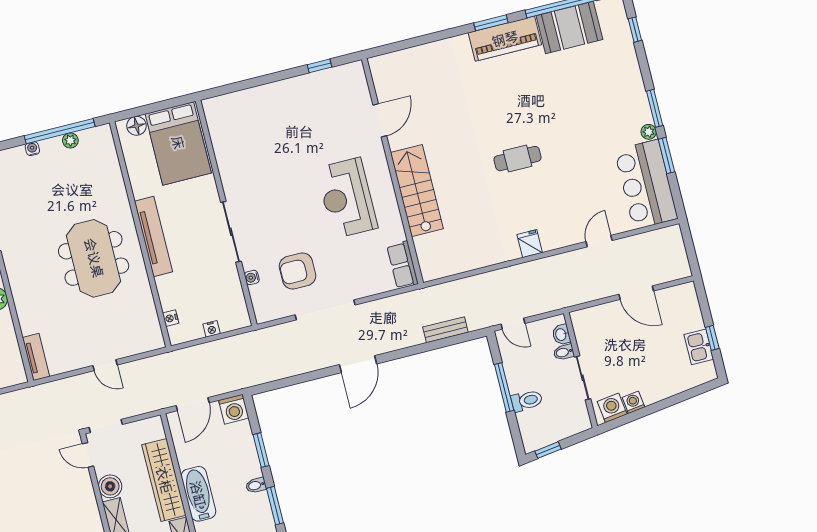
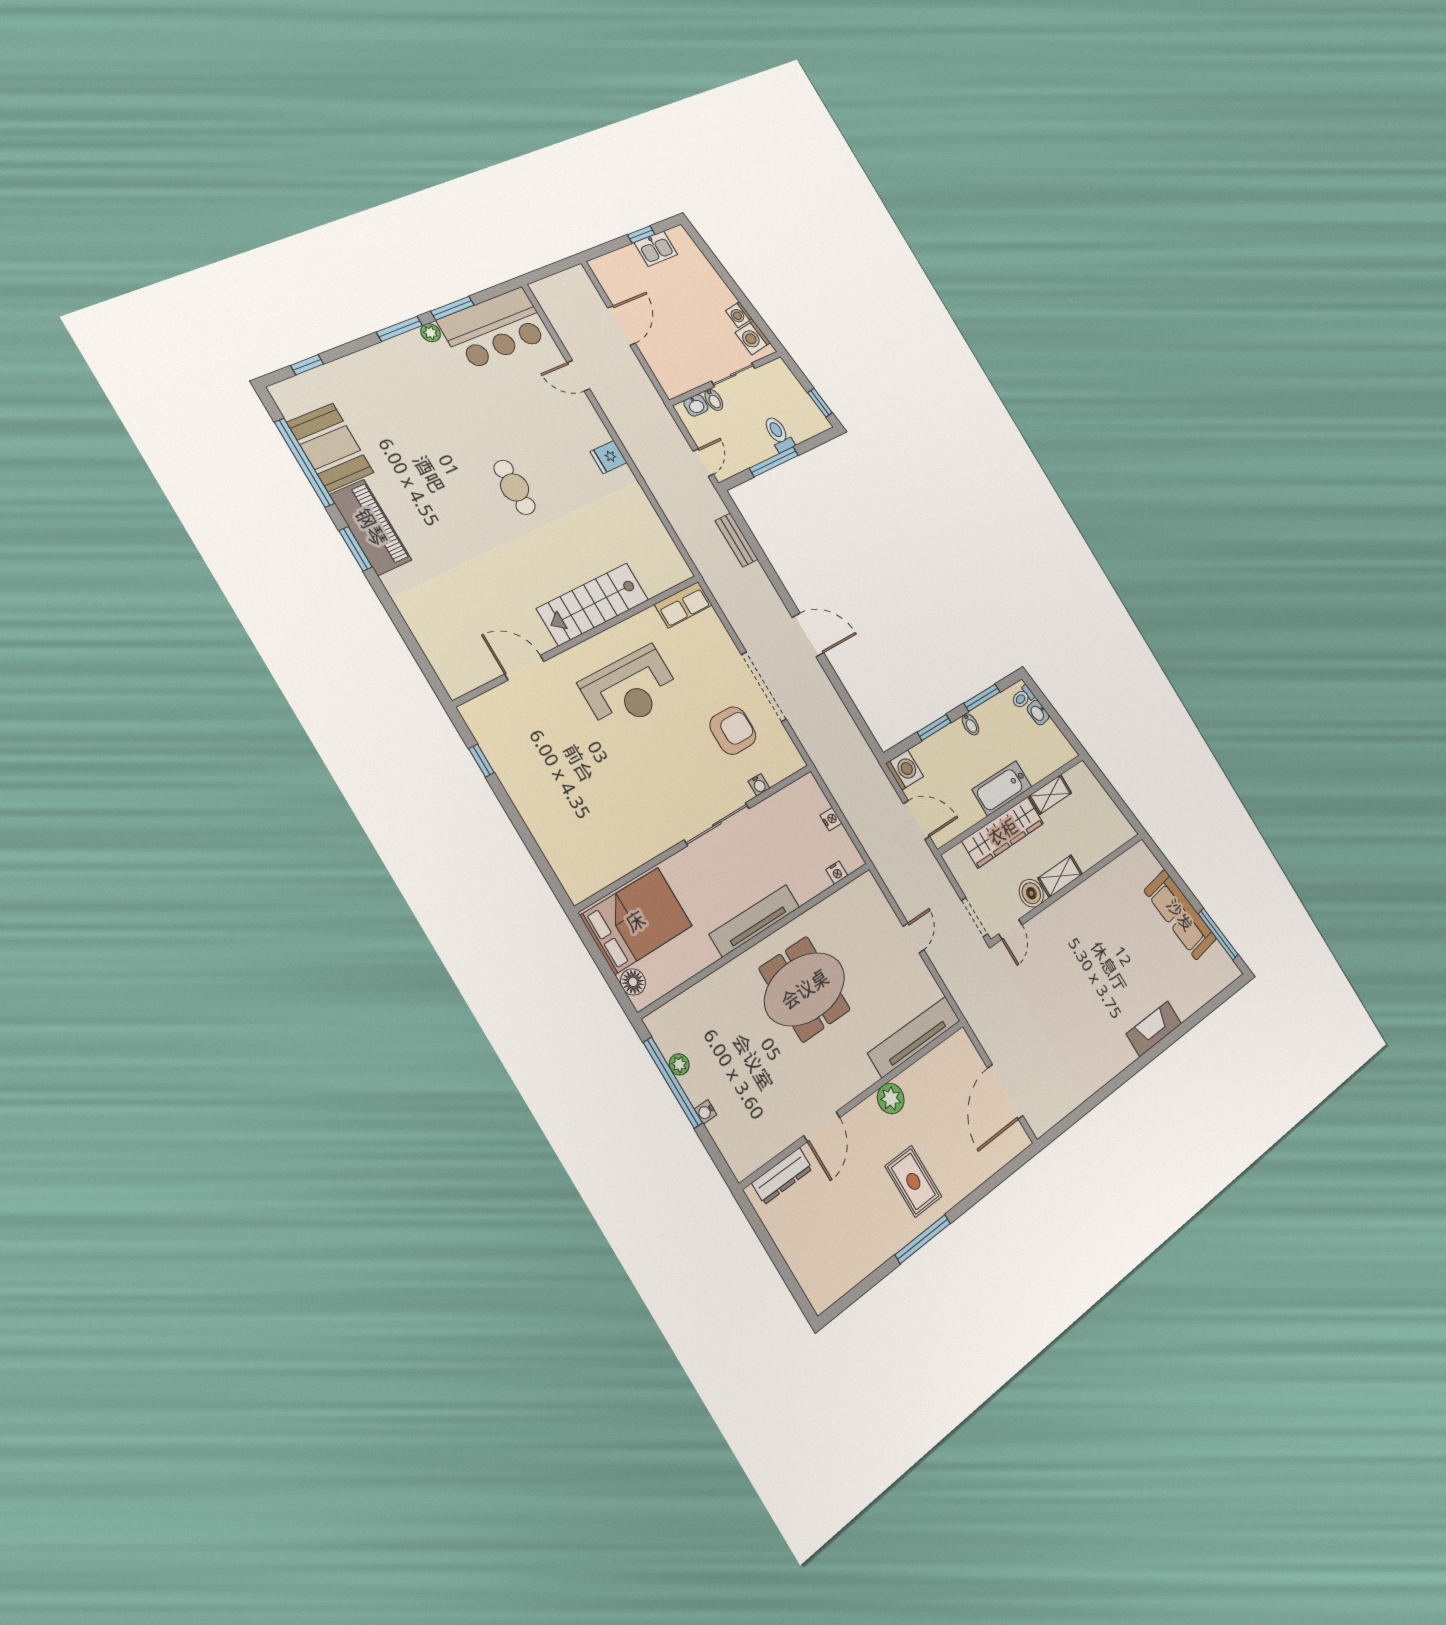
armchair: (298, 271) -> (733, 731), turned -90
tv unit: (36, 357) -> (914, 1037), width x1.92, depth x1.29

